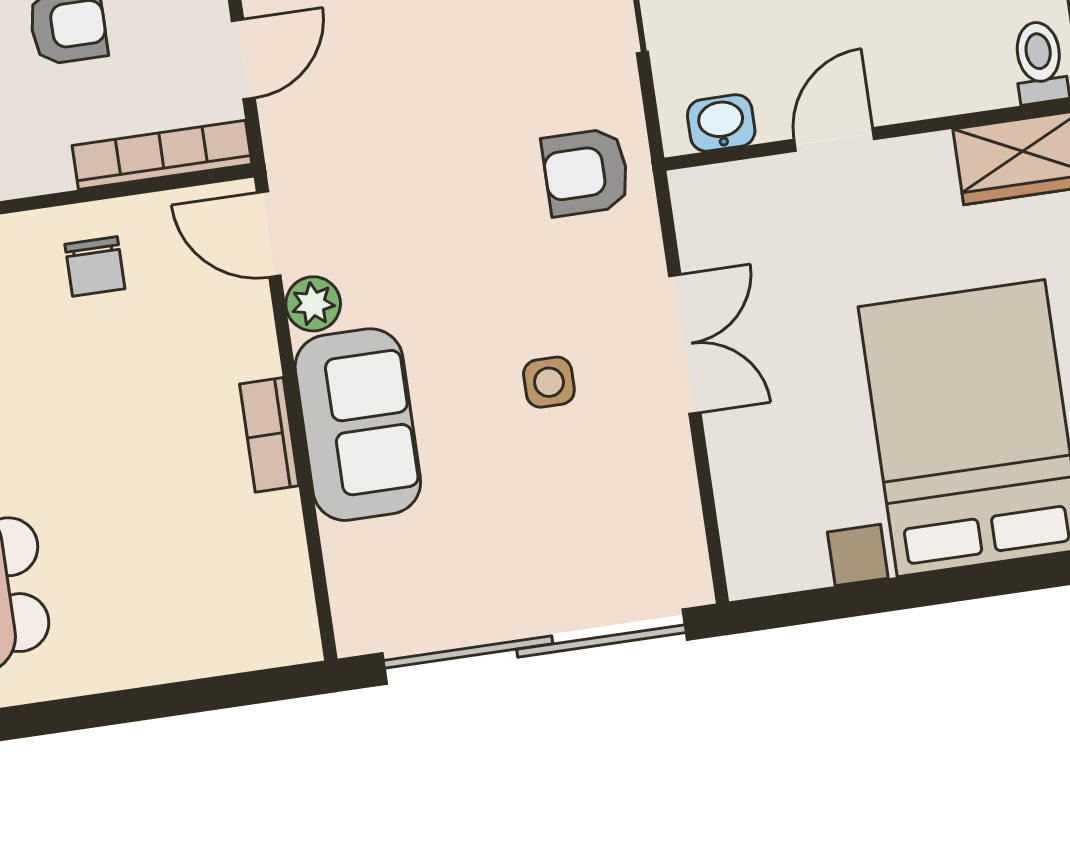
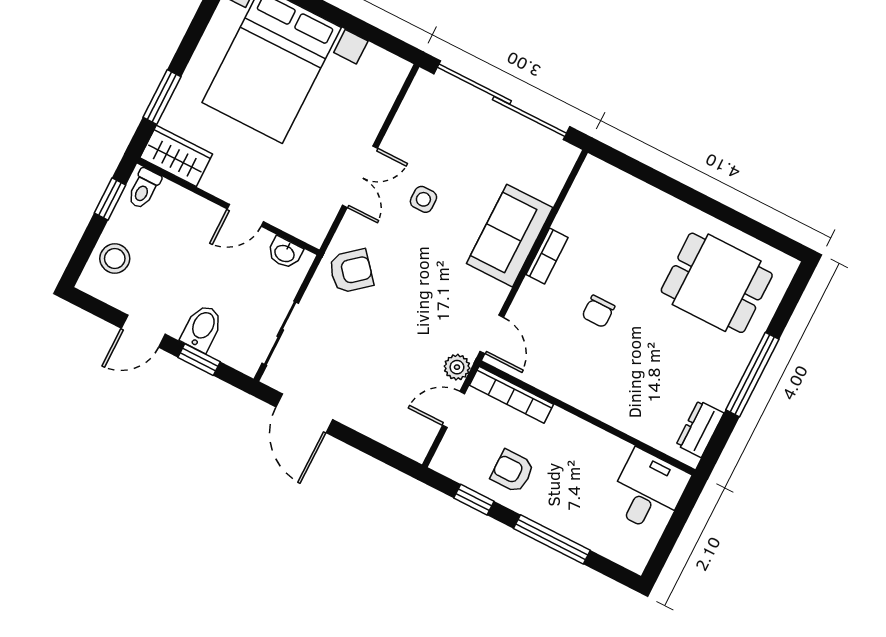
armchair: (586, 172) -> (351, 271), turned -40
chair: (95, 266) -> (598, 311), moved, turned 180
plant: (313, 304) -> (457, 367), moved
double door: (685, 344) -> (360, 177), swing flipped

